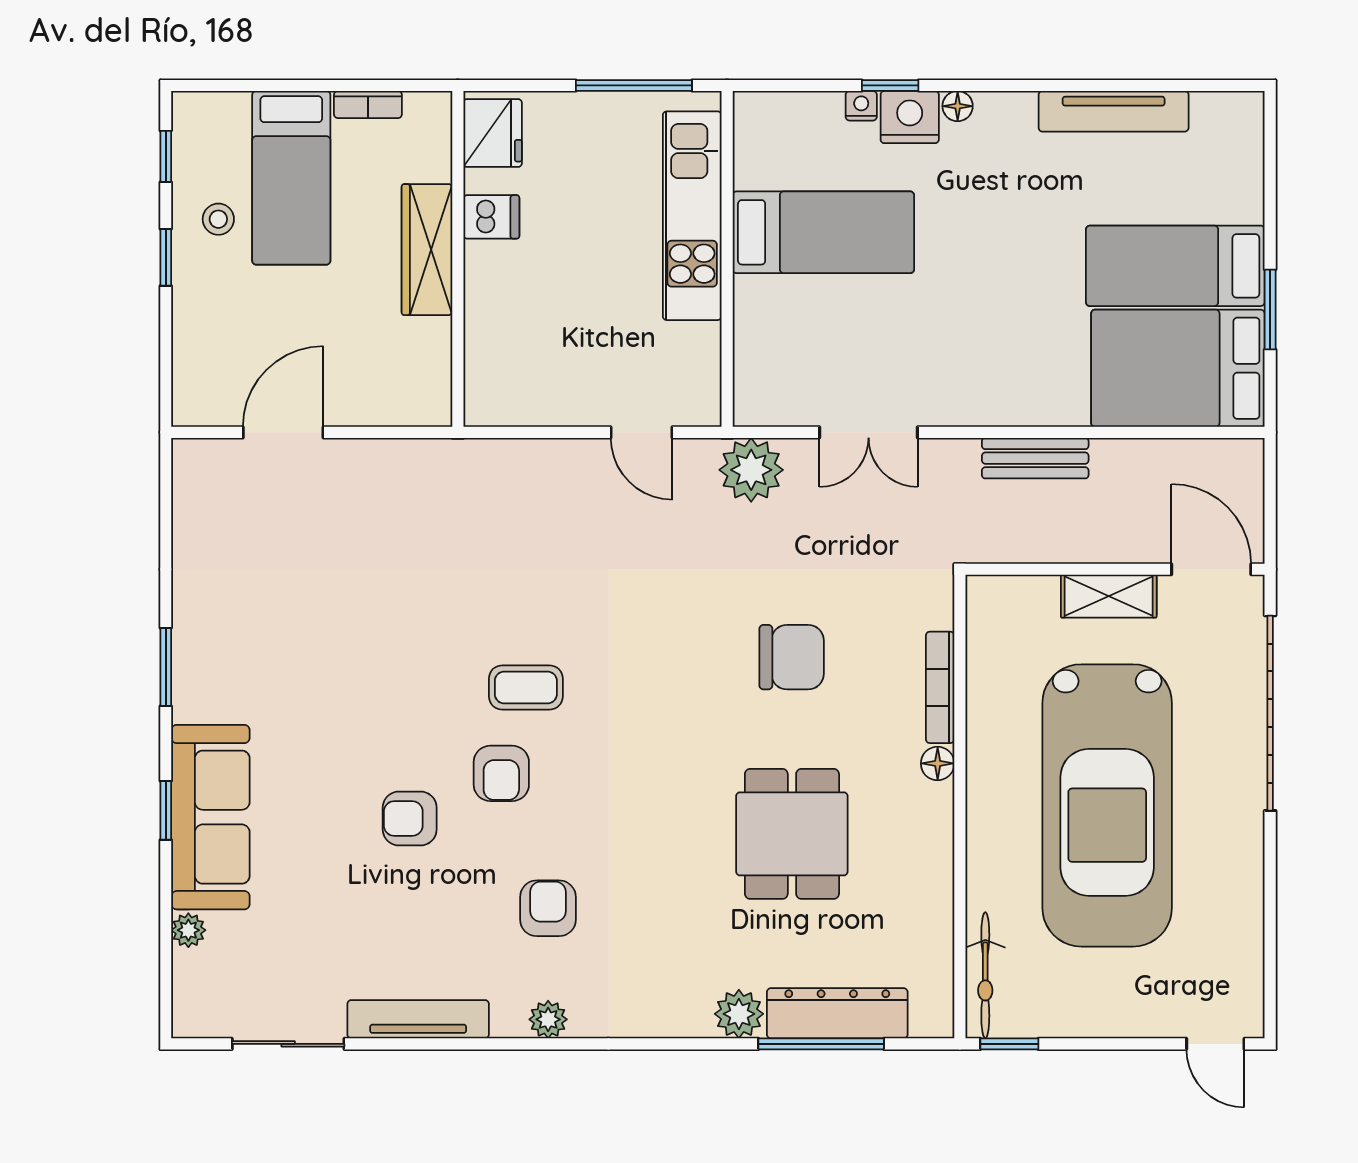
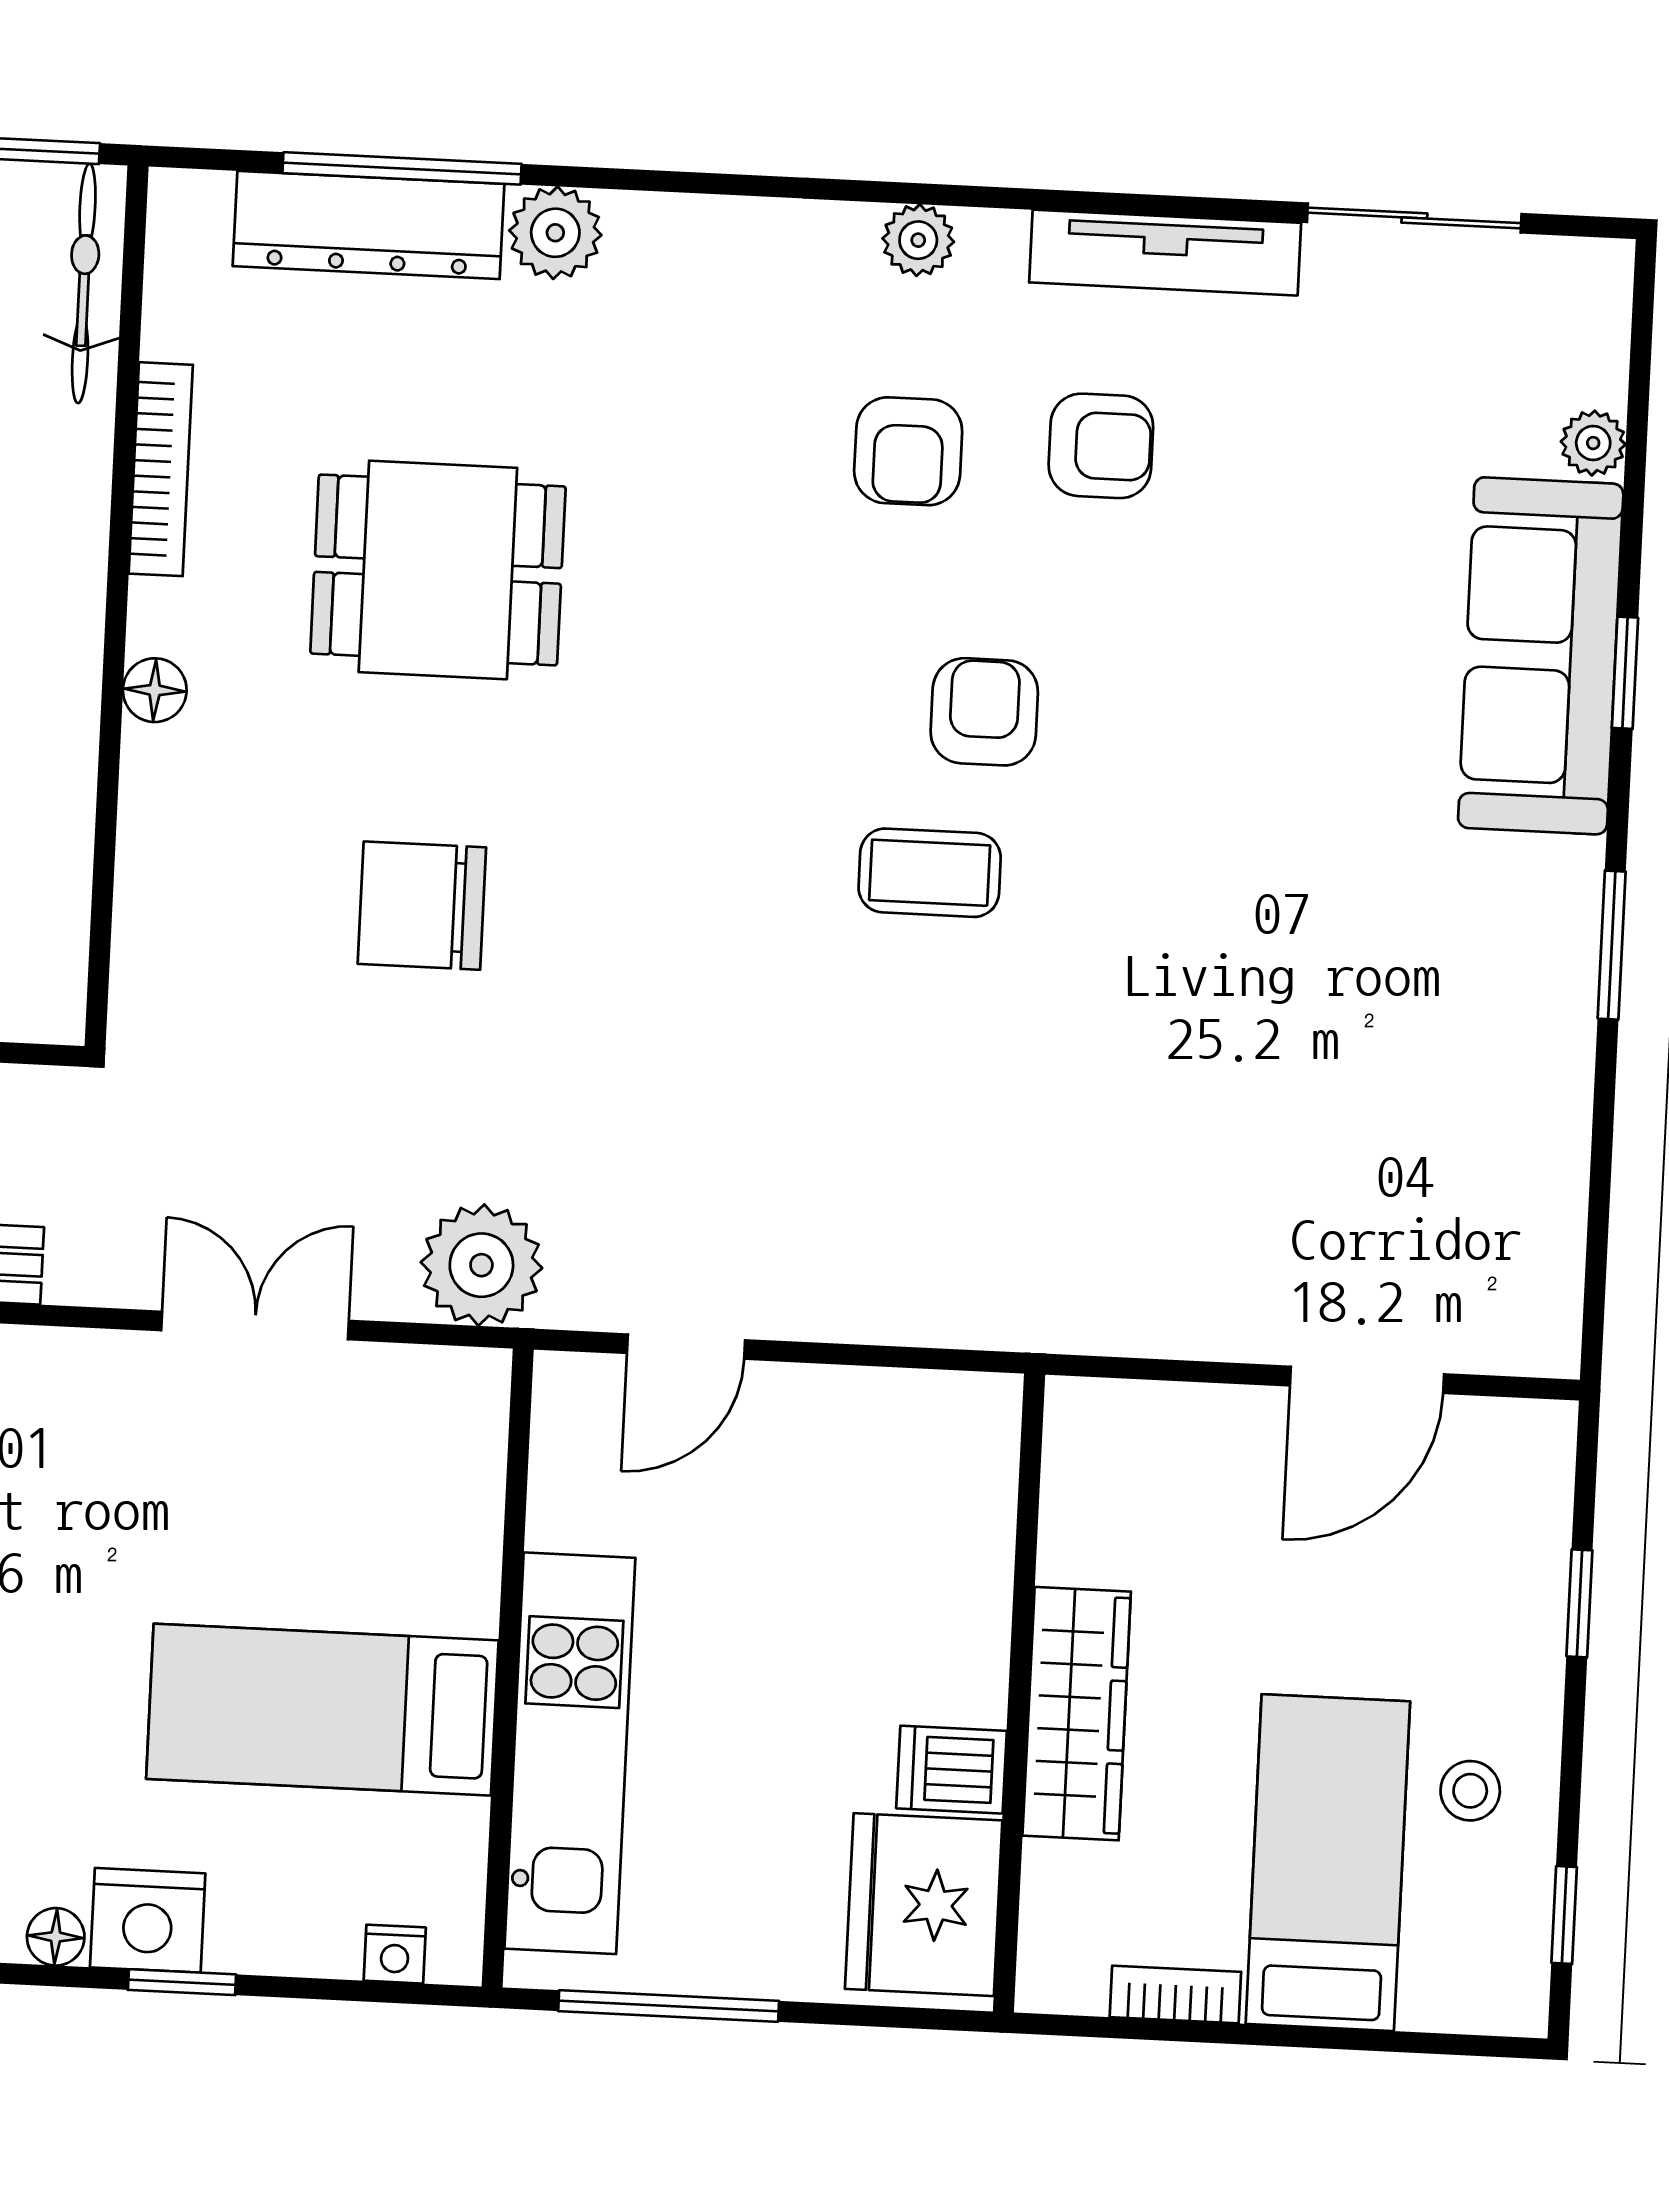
nightstand: (861, 106) -> (395, 1954), moved
fridge: (493, 133) -> (924, 1905), width x1.36, depth x1.34
window: (166, 257) -> (1579, 1603), moved
door: (642, 432) -> (686, 1347), swing flipped
bookcase: (940, 687) -> (161, 469), moved
armchair: (410, 819) -> (1101, 446), moved
dining table: (792, 834) -> (438, 570), turned 90

